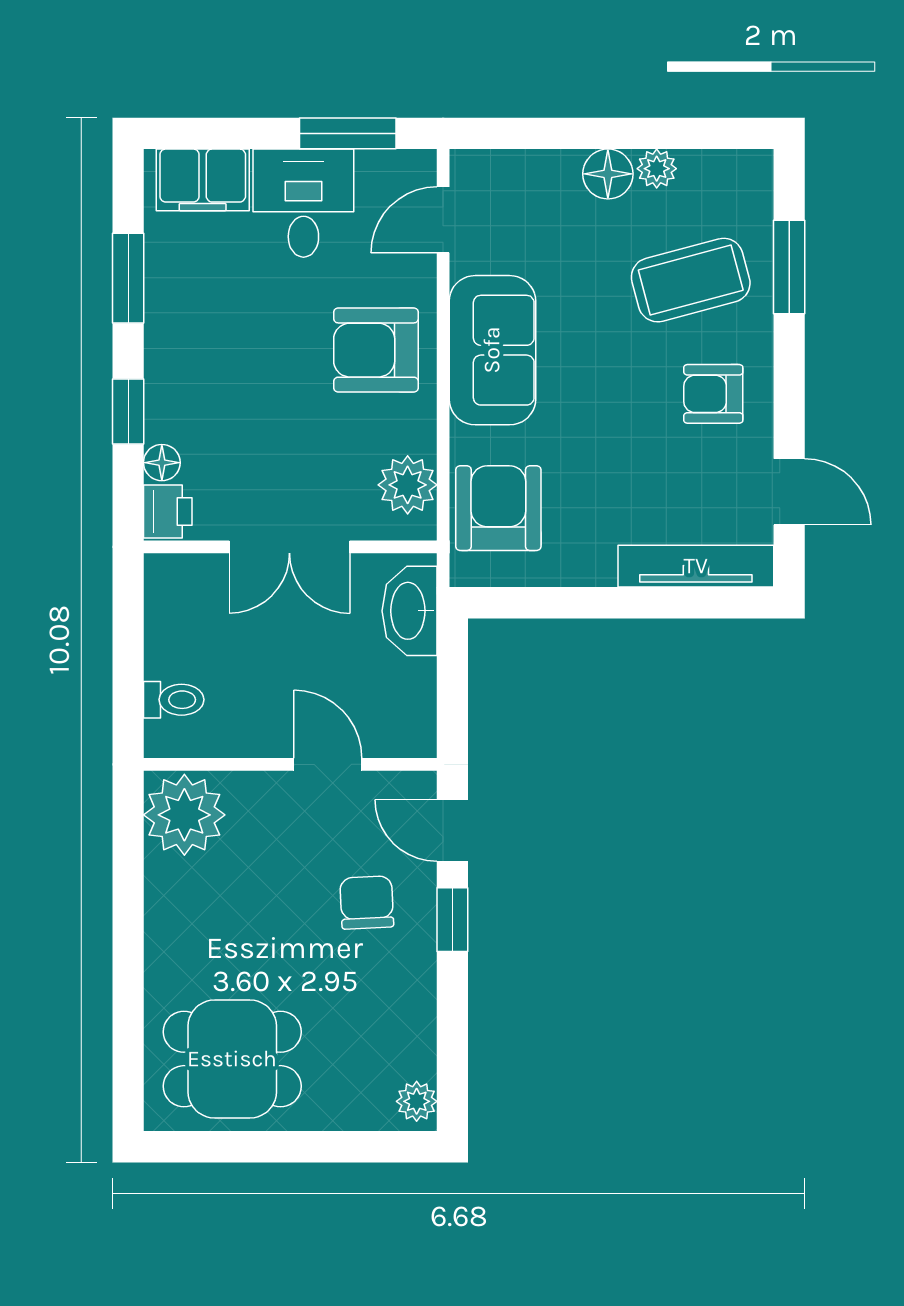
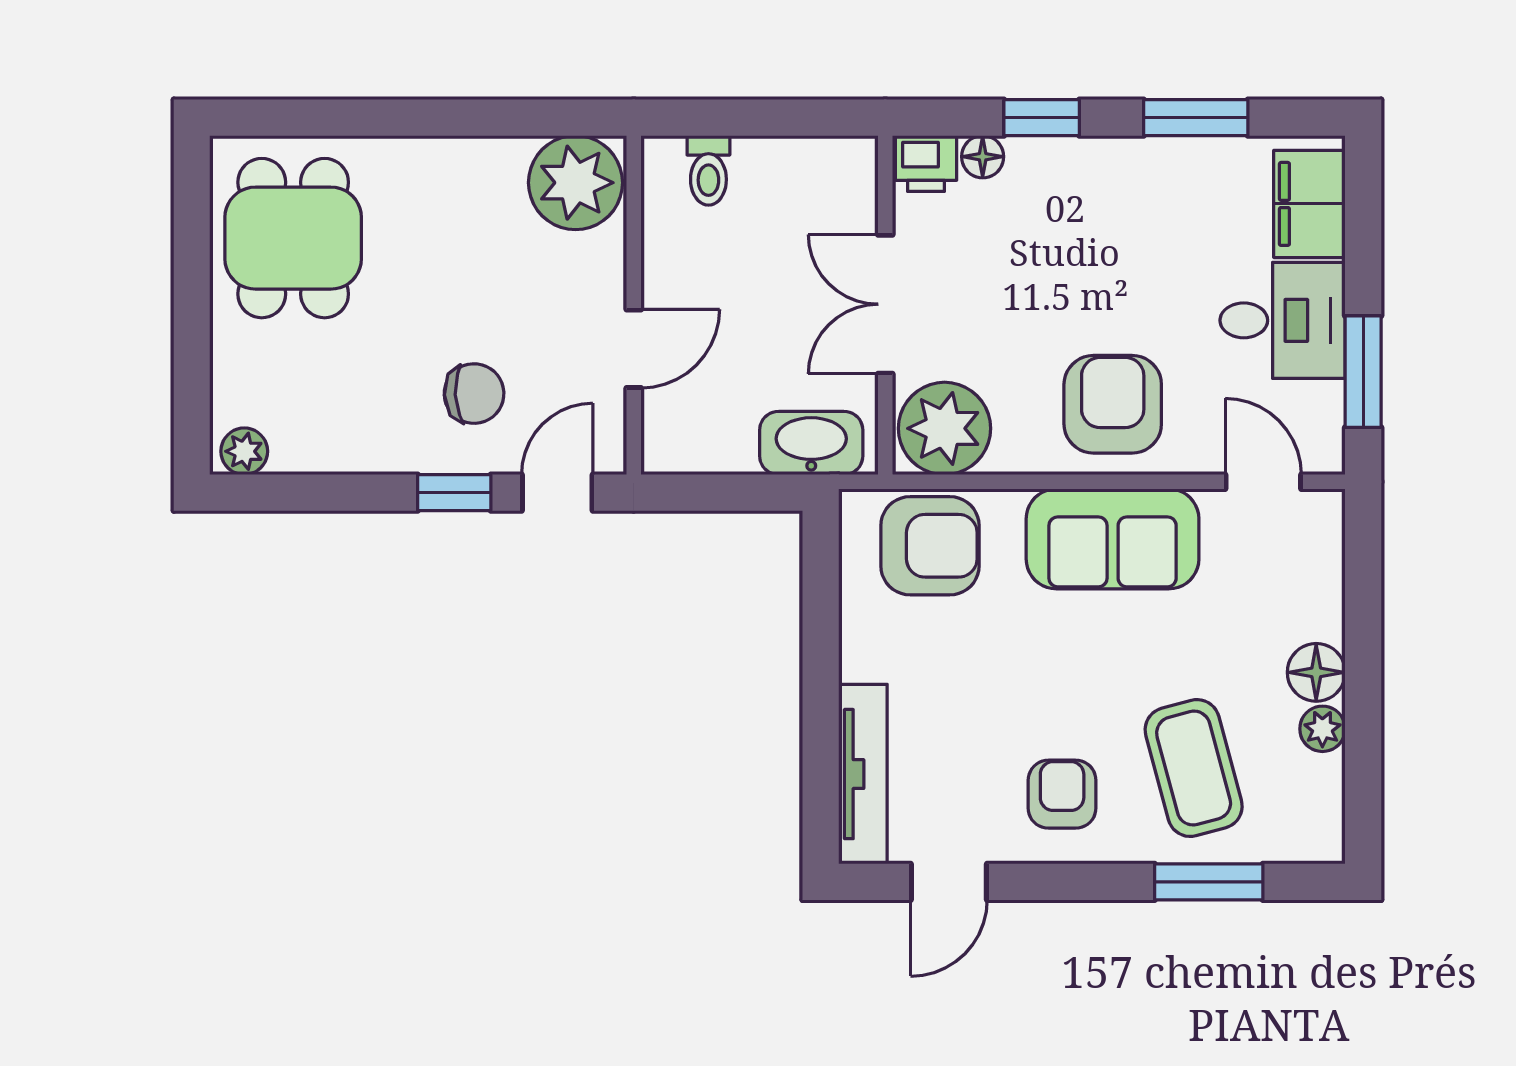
plant: (408, 485) -> (944, 428), width x1.36, depth x1.36

